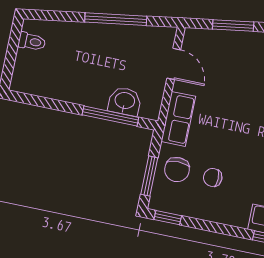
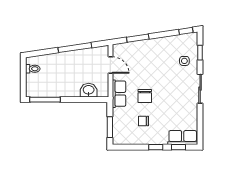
window: (110, 116) -> (45, 100), moved
chair: (177, 170) -> (145, 96), moved
window: (168, 218) -> (156, 147), moved

